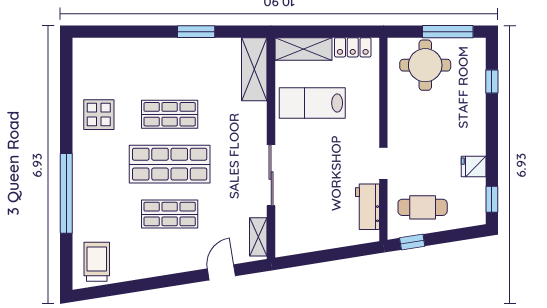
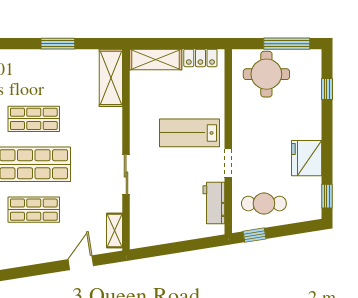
lab bench: (312, 103) -> (189, 133), moved
fridge: (474, 167) -> (307, 158), width x1.88, depth x1.34
sliding door: (271, 175) -> (126, 175), width x0.73

